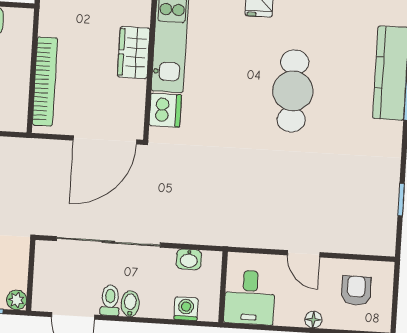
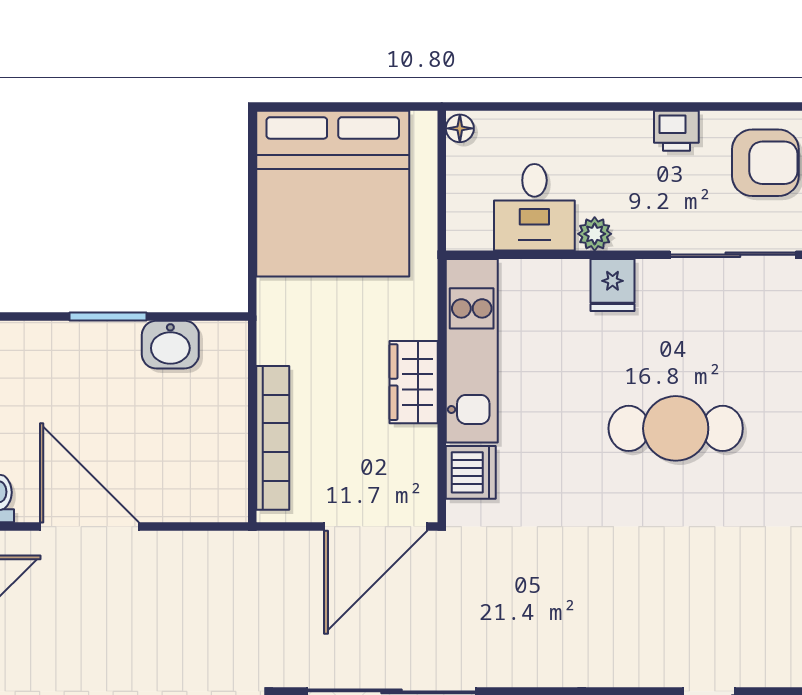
cafe table: (293, 91) -> (676, 428), turned 90

